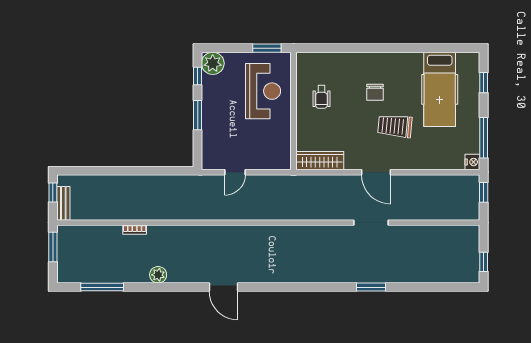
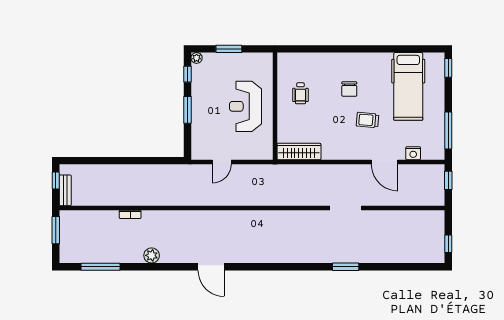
window: (267, 48) -> (229, 49), moved
plant: (213, 63) -> (197, 58), width x0.53, depth x0.53
window: (484, 83) -> (448, 68), moved
reception desk: (263, 91) -> (246, 106), moved, turned 180
trolley: (395, 126) -> (367, 120), width x0.73, depth x0.72
nightstand: (472, 162) -> (413, 153), moved, turned 90
door: (376, 172) -> (385, 162), moved

